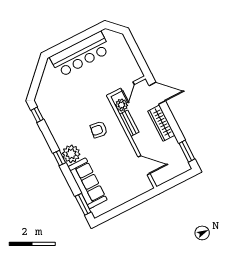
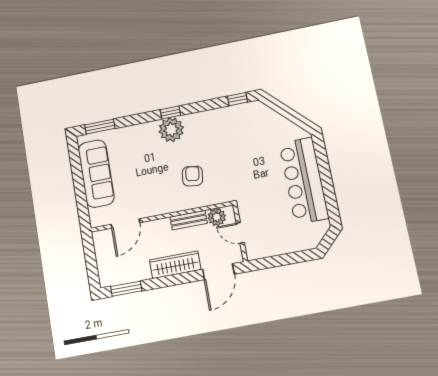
sofa: (88, 183) -> (96, 174), moved, turned -90

